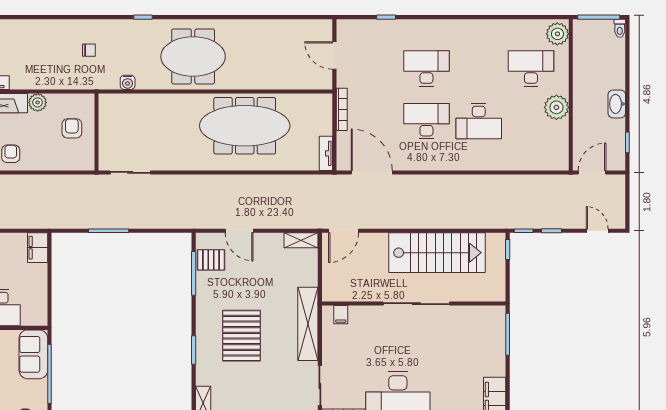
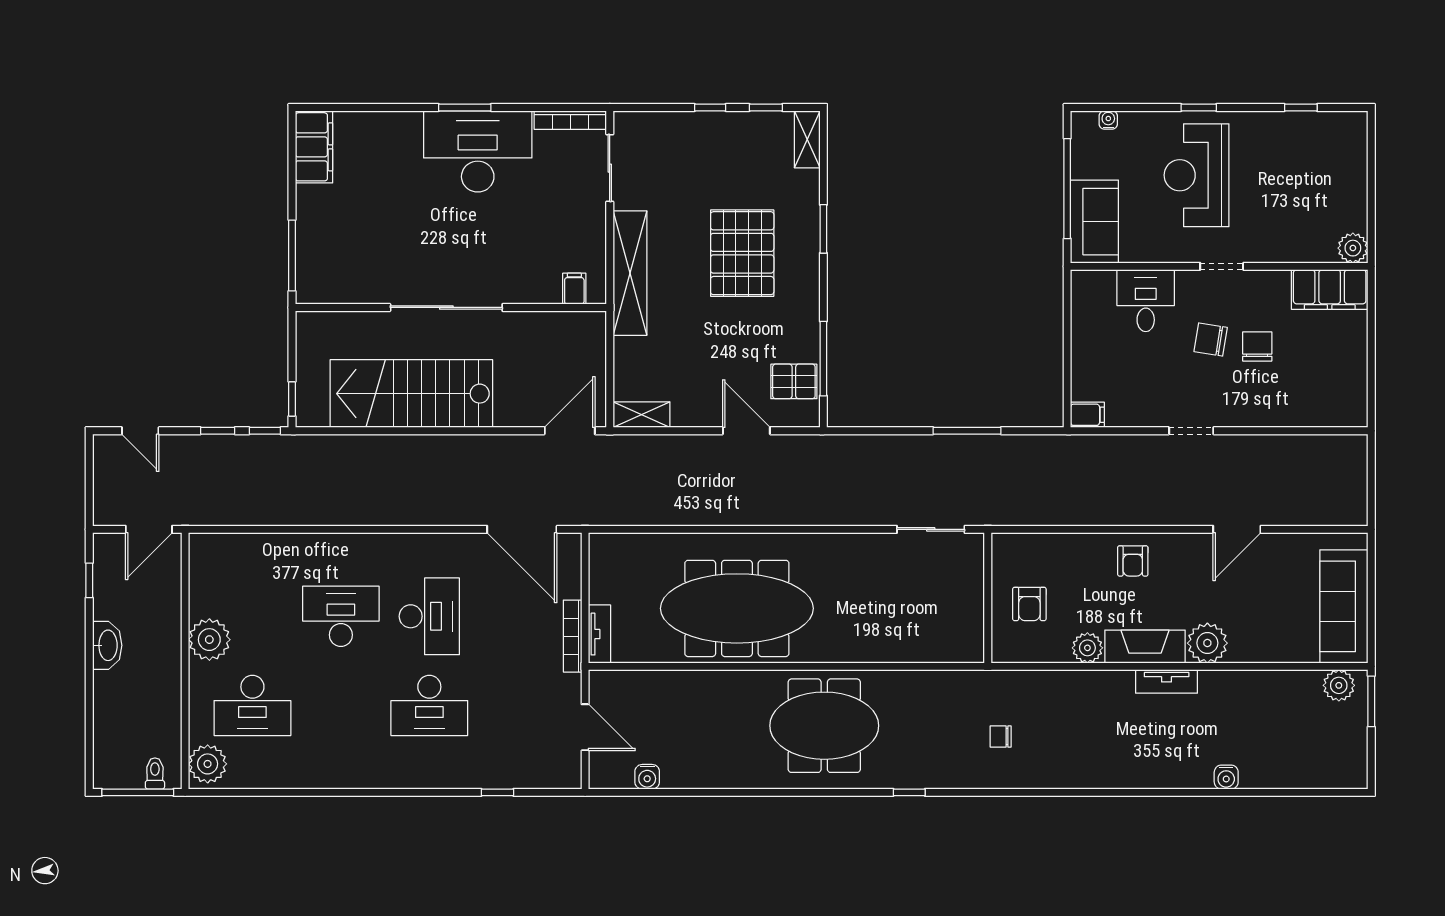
toilet: (620, 28) -> (155, 773), moved
water cooler: (128, 82) -> (647, 777), moved, turned 180
desk: (426, 121) -> (429, 616), turned -90
tv unit: (326, 153) -> (599, 634), moved
filing cabinet: (38, 248) -> (1087, 415), width x0.50

